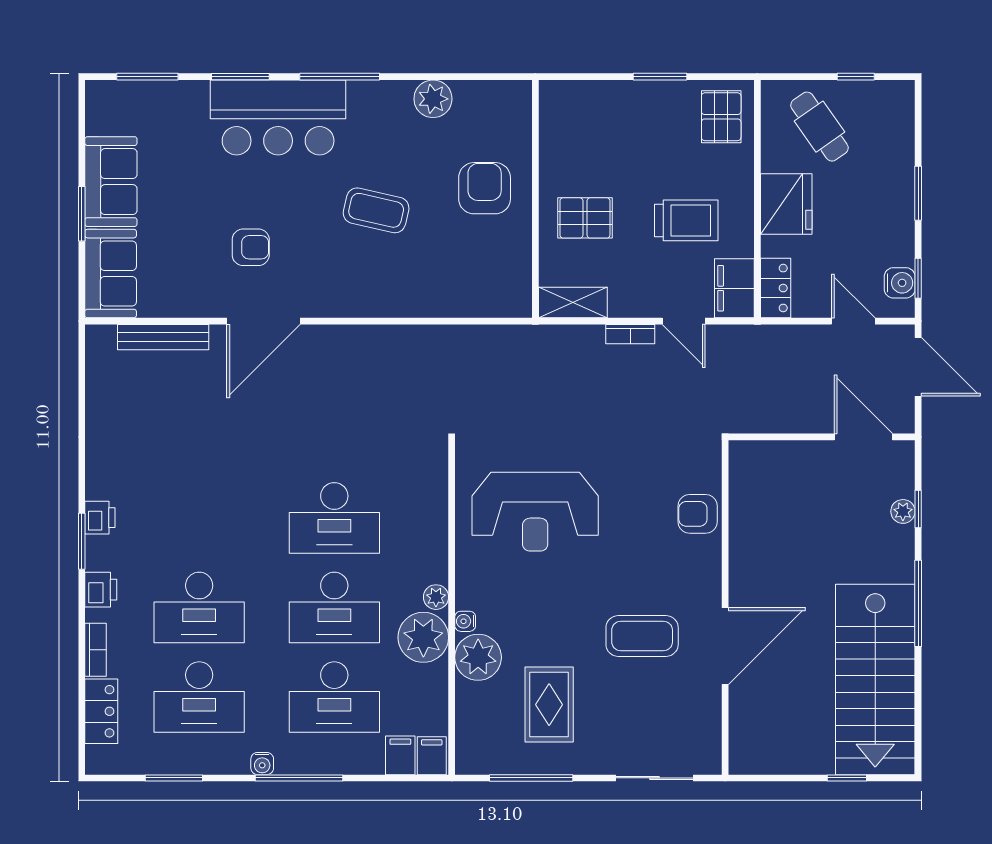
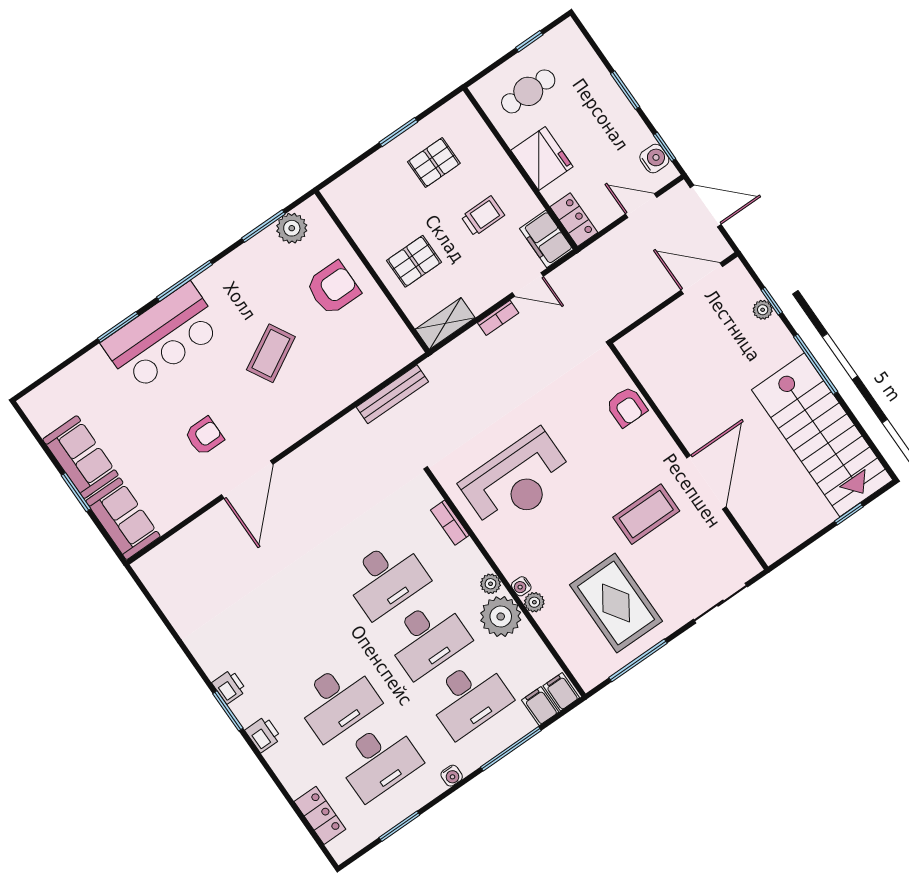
window: (147, 77) -> (263, 226), moved
plant: (433, 99) -> (292, 228), moved
pallet: (721, 117) -> (434, 163), moved, turned 90
cafe table: (819, 127) -> (528, 91), turned -55
armchair: (485, 188) -> (333, 288), turned 90
coffee table: (376, 210) -> (271, 353), turned -42
trolley: (686, 220) -> (483, 216), width x0.73, depth x0.72
bench: (163, 337) -> (392, 394), moved
armchair: (698, 514) -> (627, 407), turned -90
bookcase: (96, 650) -> (450, 523), moved, turned 180
plant: (478, 657) -> (534, 602), width x0.53, depth x0.53
rug: (549, 705) -> (616, 603), width x1.36, depth x1.43
window: (299, 778) -> (511, 749), moved

